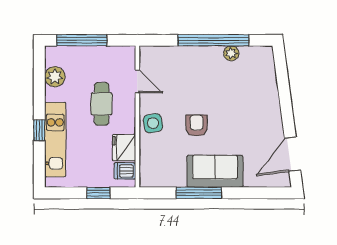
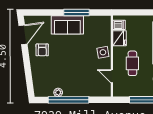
armchair: (197, 125) -> (42, 50), moved
window: (98, 193) -> (134, 12), removed

